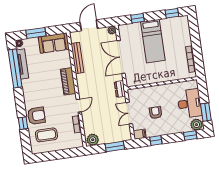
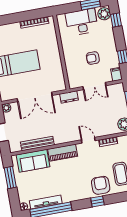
window: (36, 33) -> (10, 177), moved
sofa: (54, 43) -> (33, 161), moved, turned 90
window: (23, 123) -> (97, 201), moved

